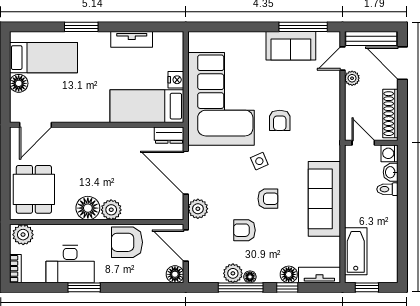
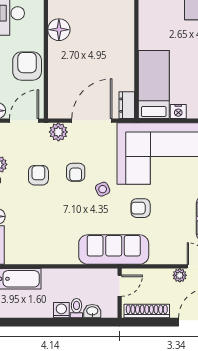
washing machine: (390, 153) -> (61, 310), moved
armchair: (268, 199) -> (76, 172), moved
sofa: (324, 199) -> (114, 250), moved
plant: (111, 210) -> (57, 51), removed

